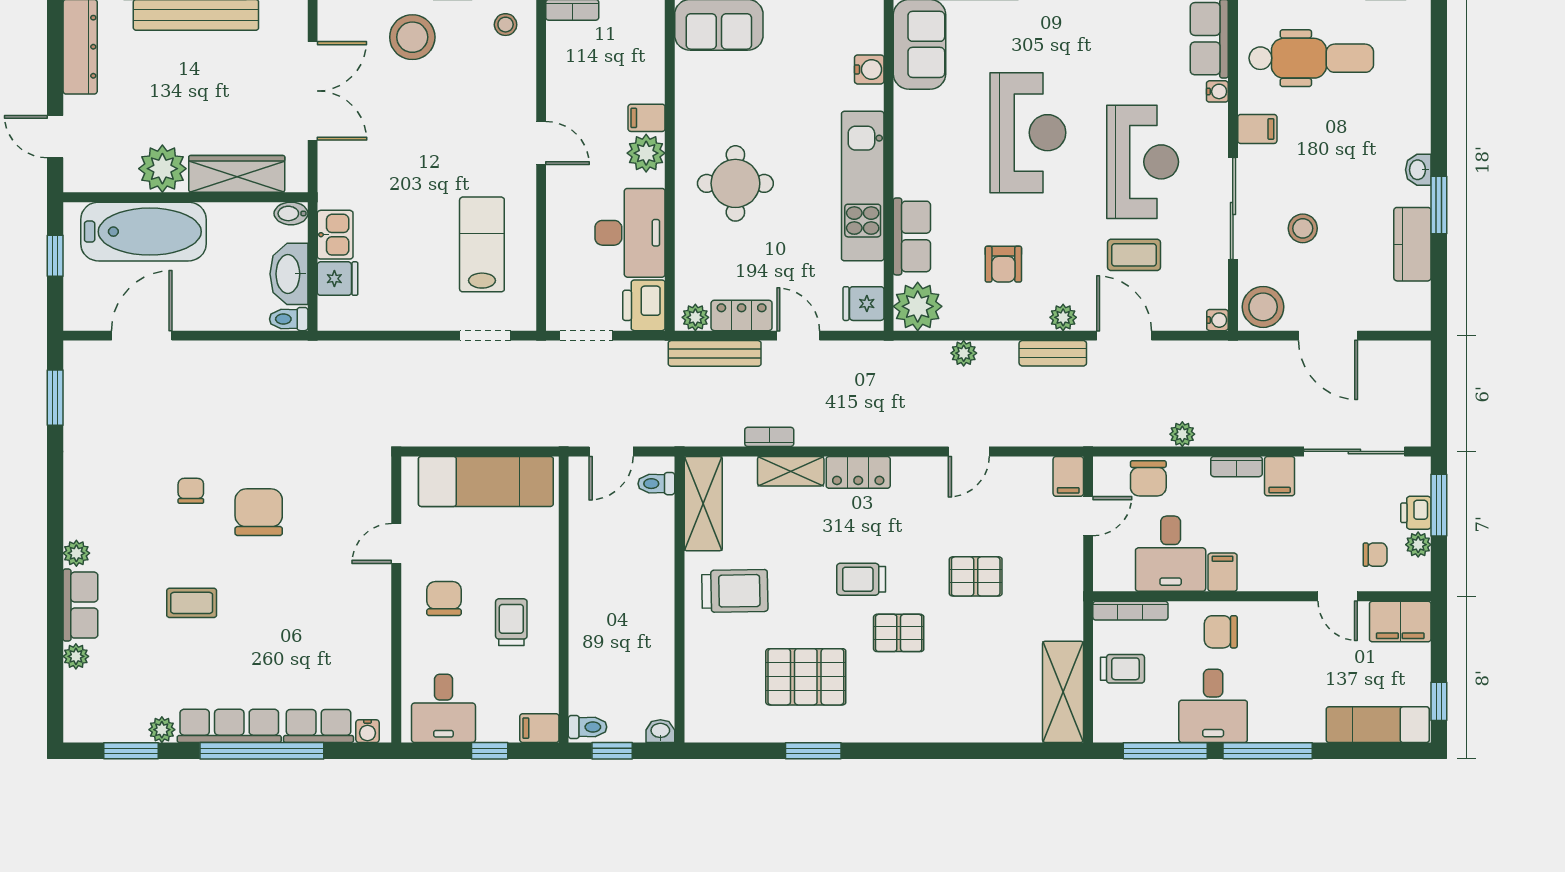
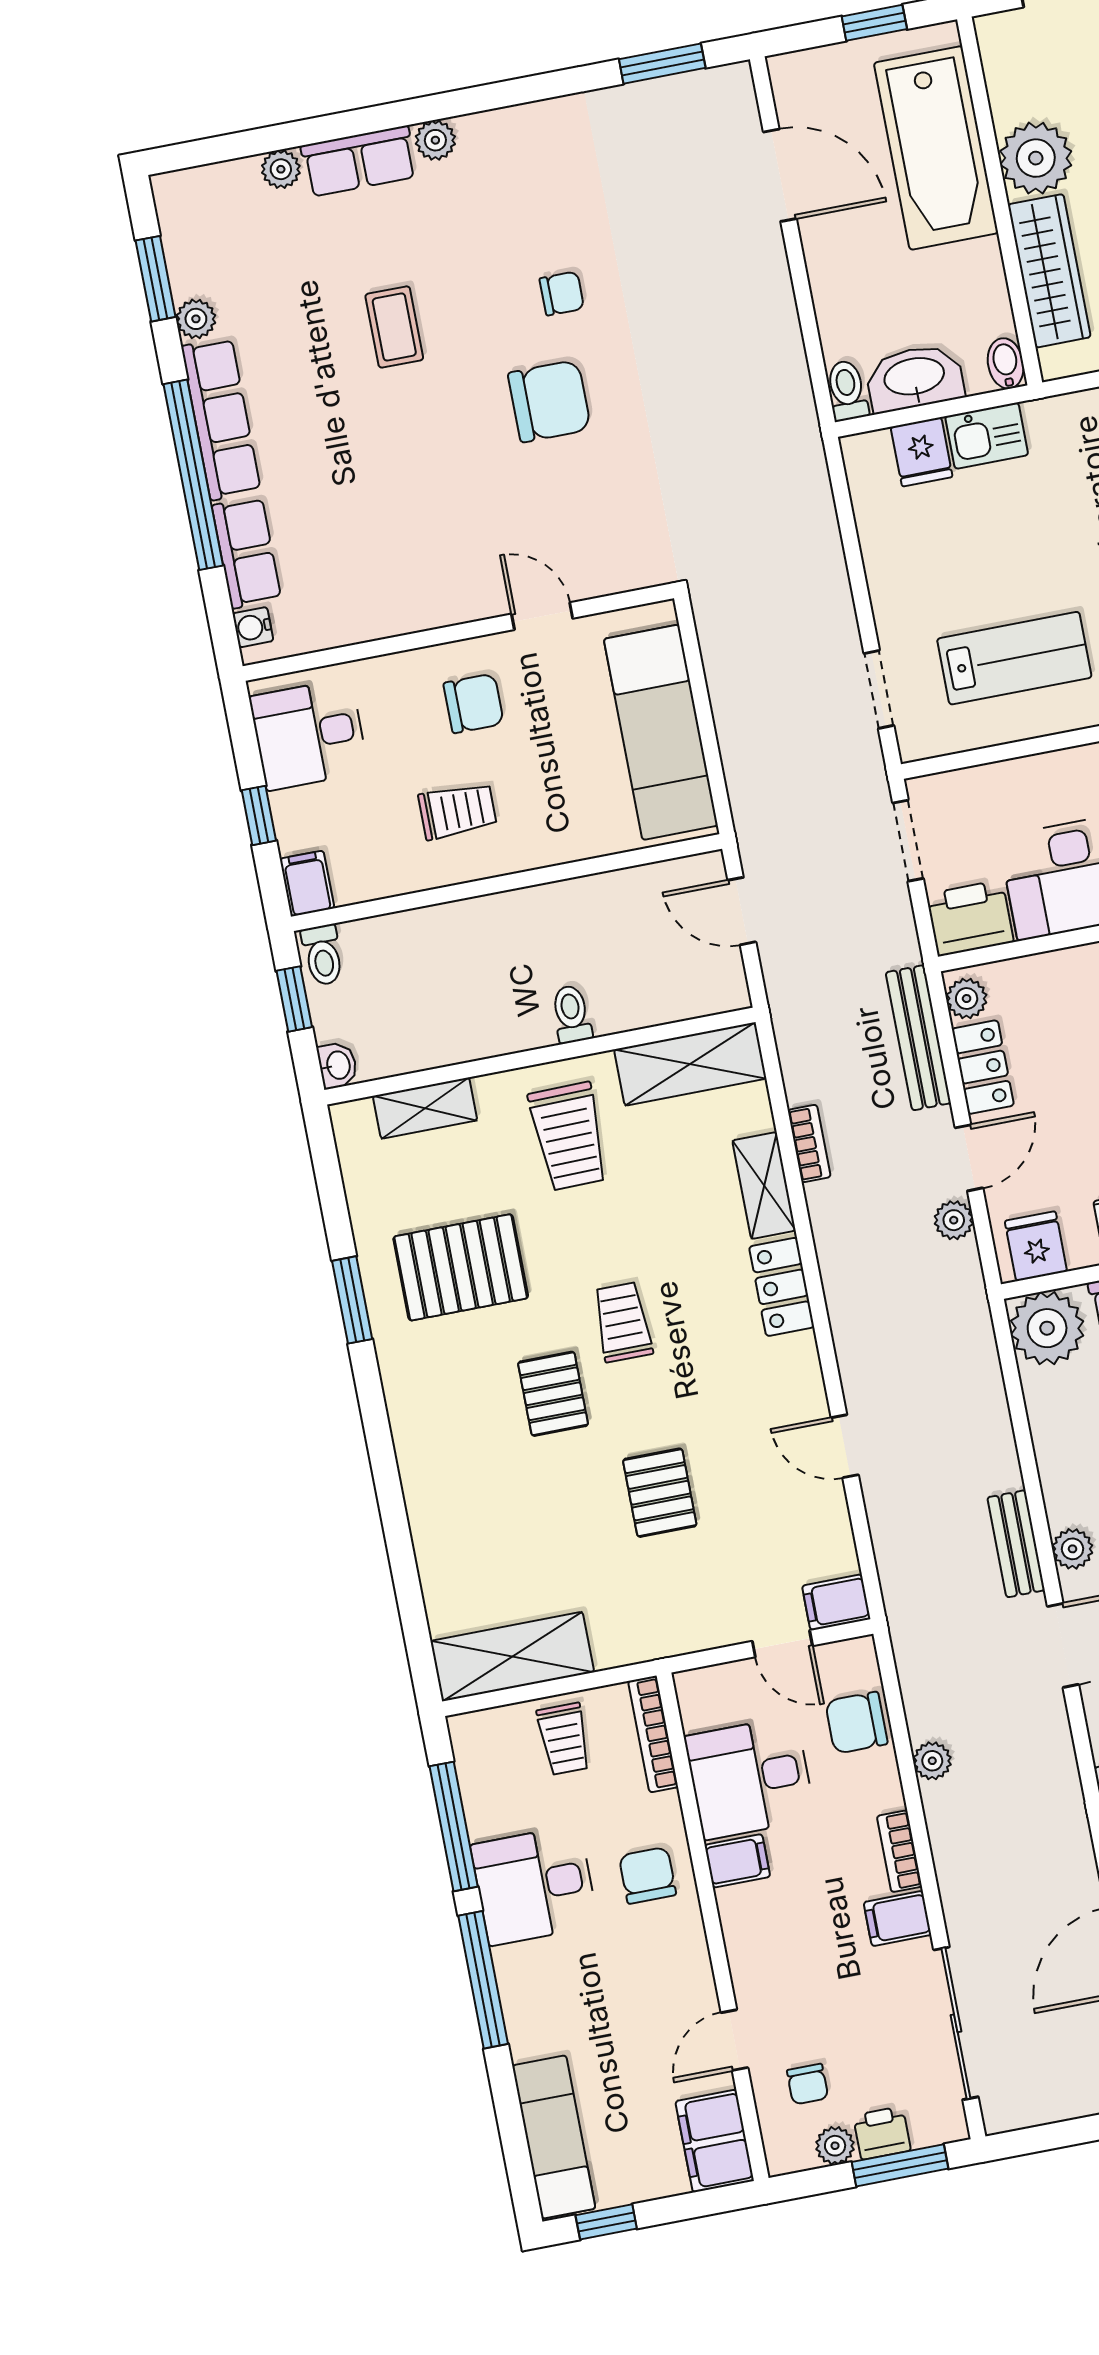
plant: (964, 353) -> (954, 1220), moved
toilet: (656, 484) -> (571, 1014), moved
pallet: (806, 677) -> (461, 1267), turned 90
shelving: (699, 680) -> (425, 1108), added

